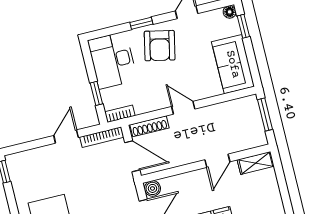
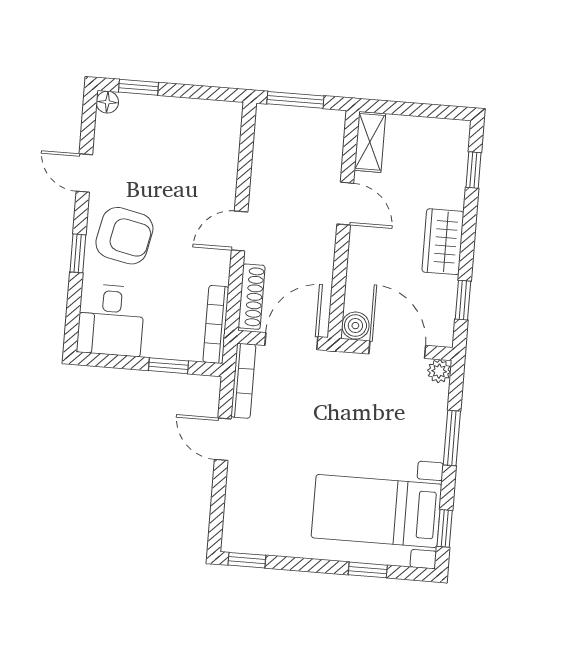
desk: (113, 60) -> (111, 320), width x0.73
sofa: (233, 64) -> (195, 125), removed
bookcase: (120, 114) -> (216, 324), width x1.56

